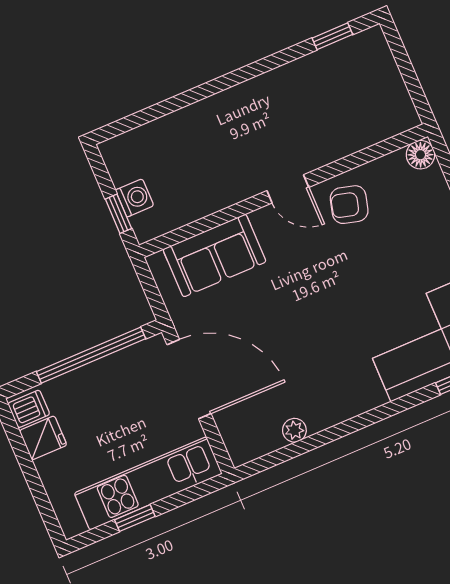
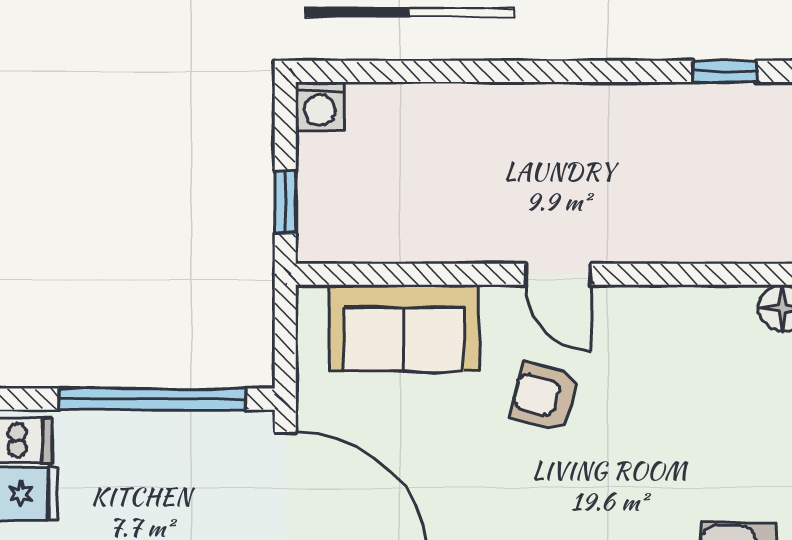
washing machine: (135, 198) -> (320, 106), moved, turned 90
armchair: (349, 205) -> (545, 397), moved

